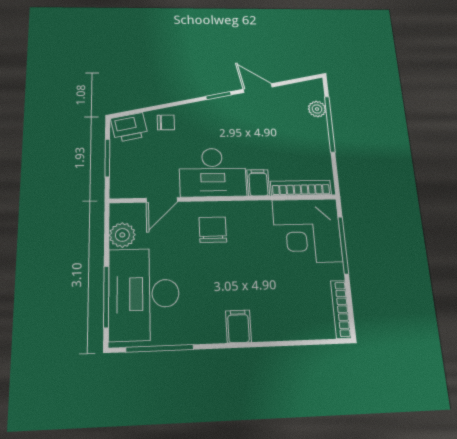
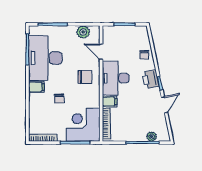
printer: (129, 127) -> (151, 79), moved
chair: (259, 279) -> (59, 99), added
desk: (144, 294) -> (45, 58), moved, turned -90

